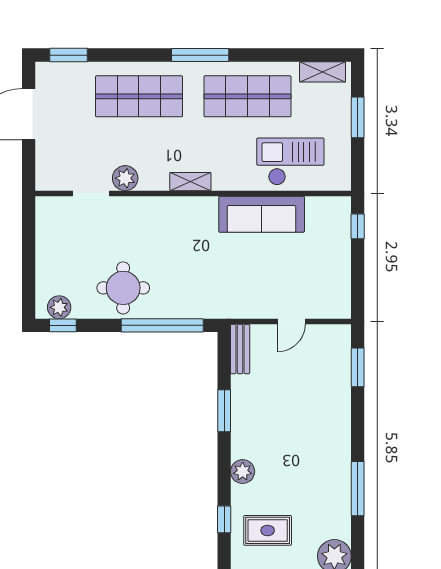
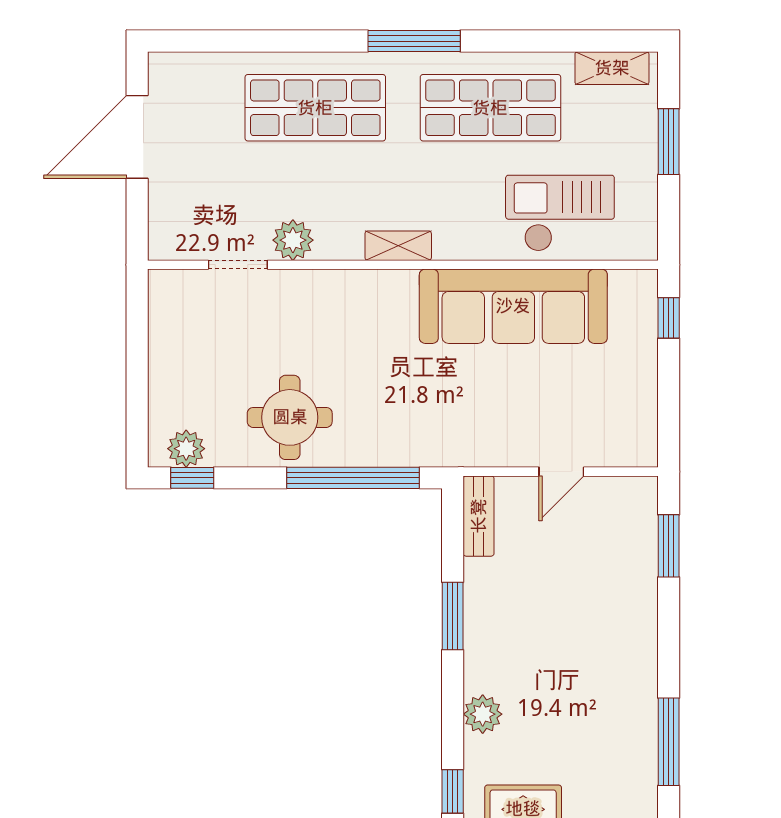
window: (68, 55) -> (201, 41), removed
sofa: (262, 214) -> (513, 306), width x1.36, depth x1.27

